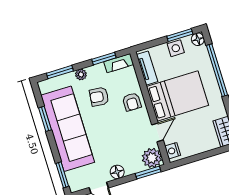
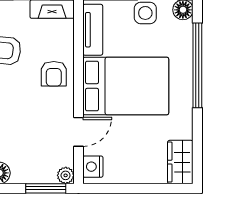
plant: (152, 158) -> (66, 175), width x0.53, depth x0.53

